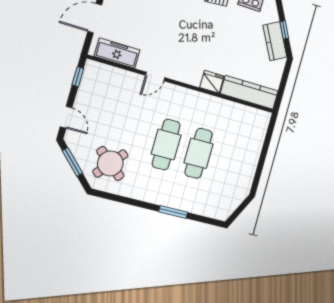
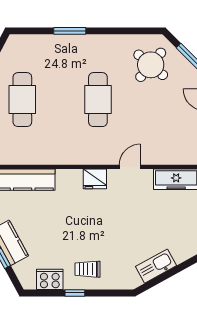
fridge: (212, 82) -> (95, 179), moved
cafe table: (199, 153) -> (22, 100), moved

